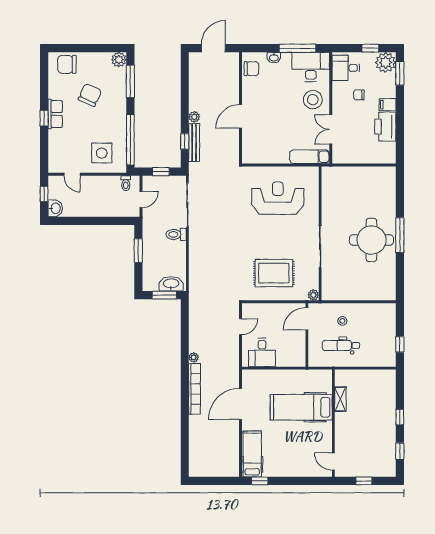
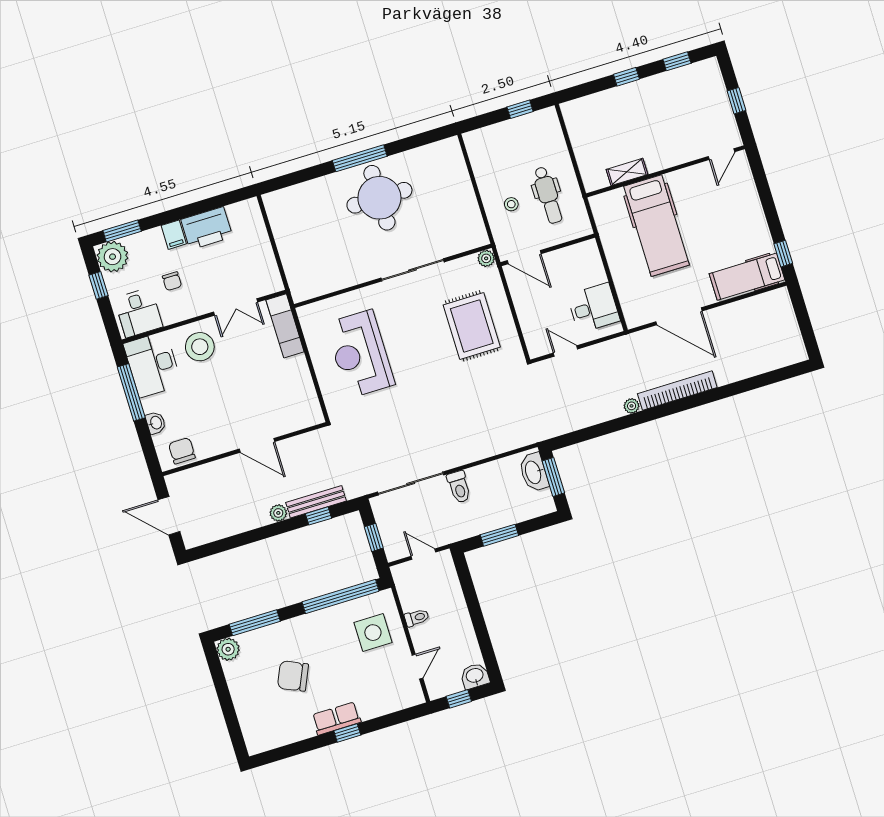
chair: (67, 64) -> (258, 723), removed
toilet: (126, 183) -> (417, 618), moved

